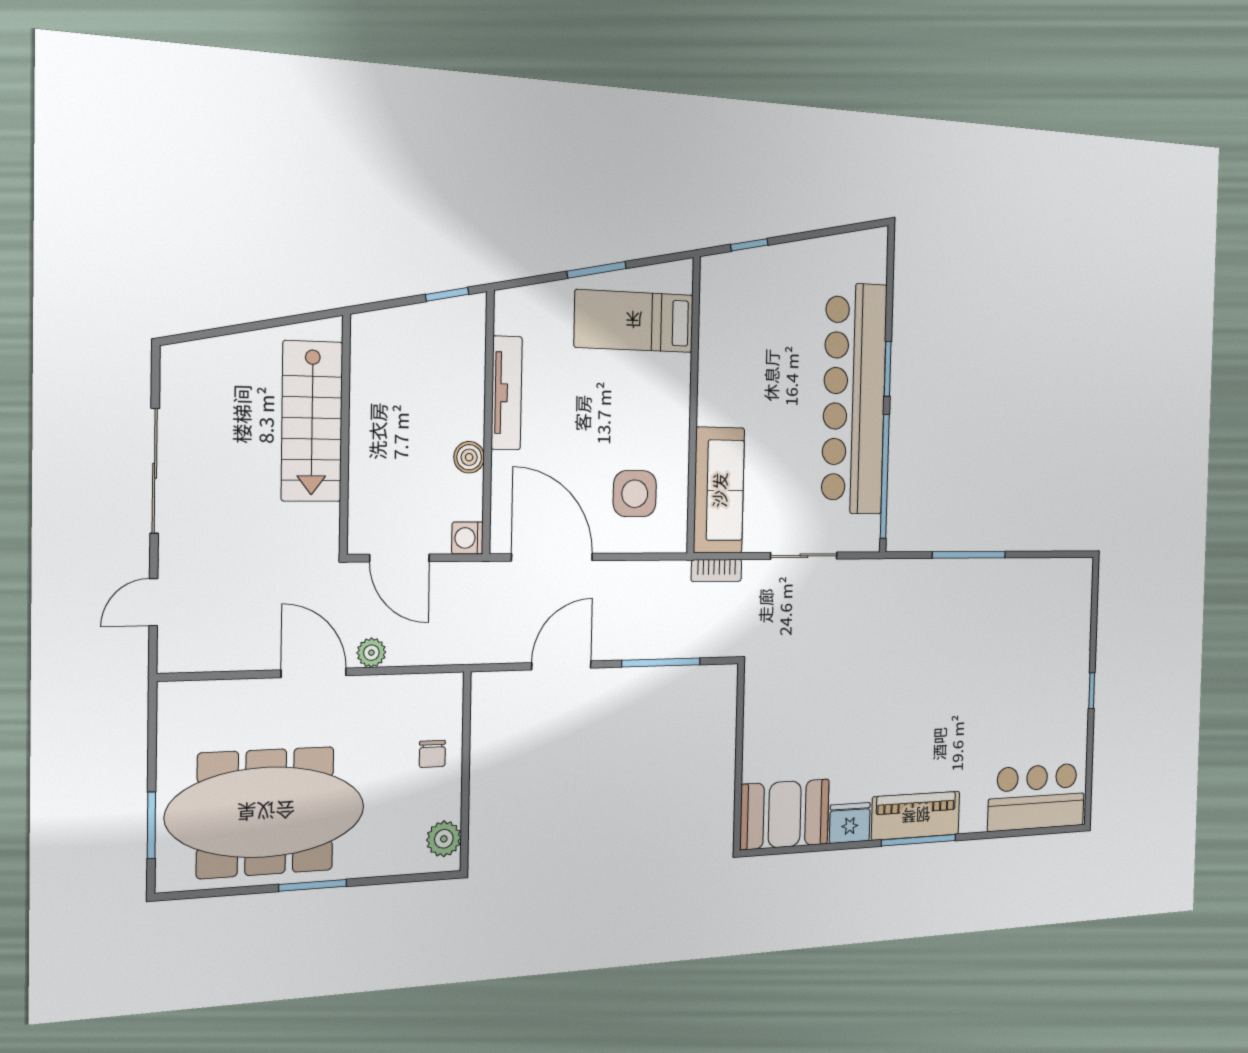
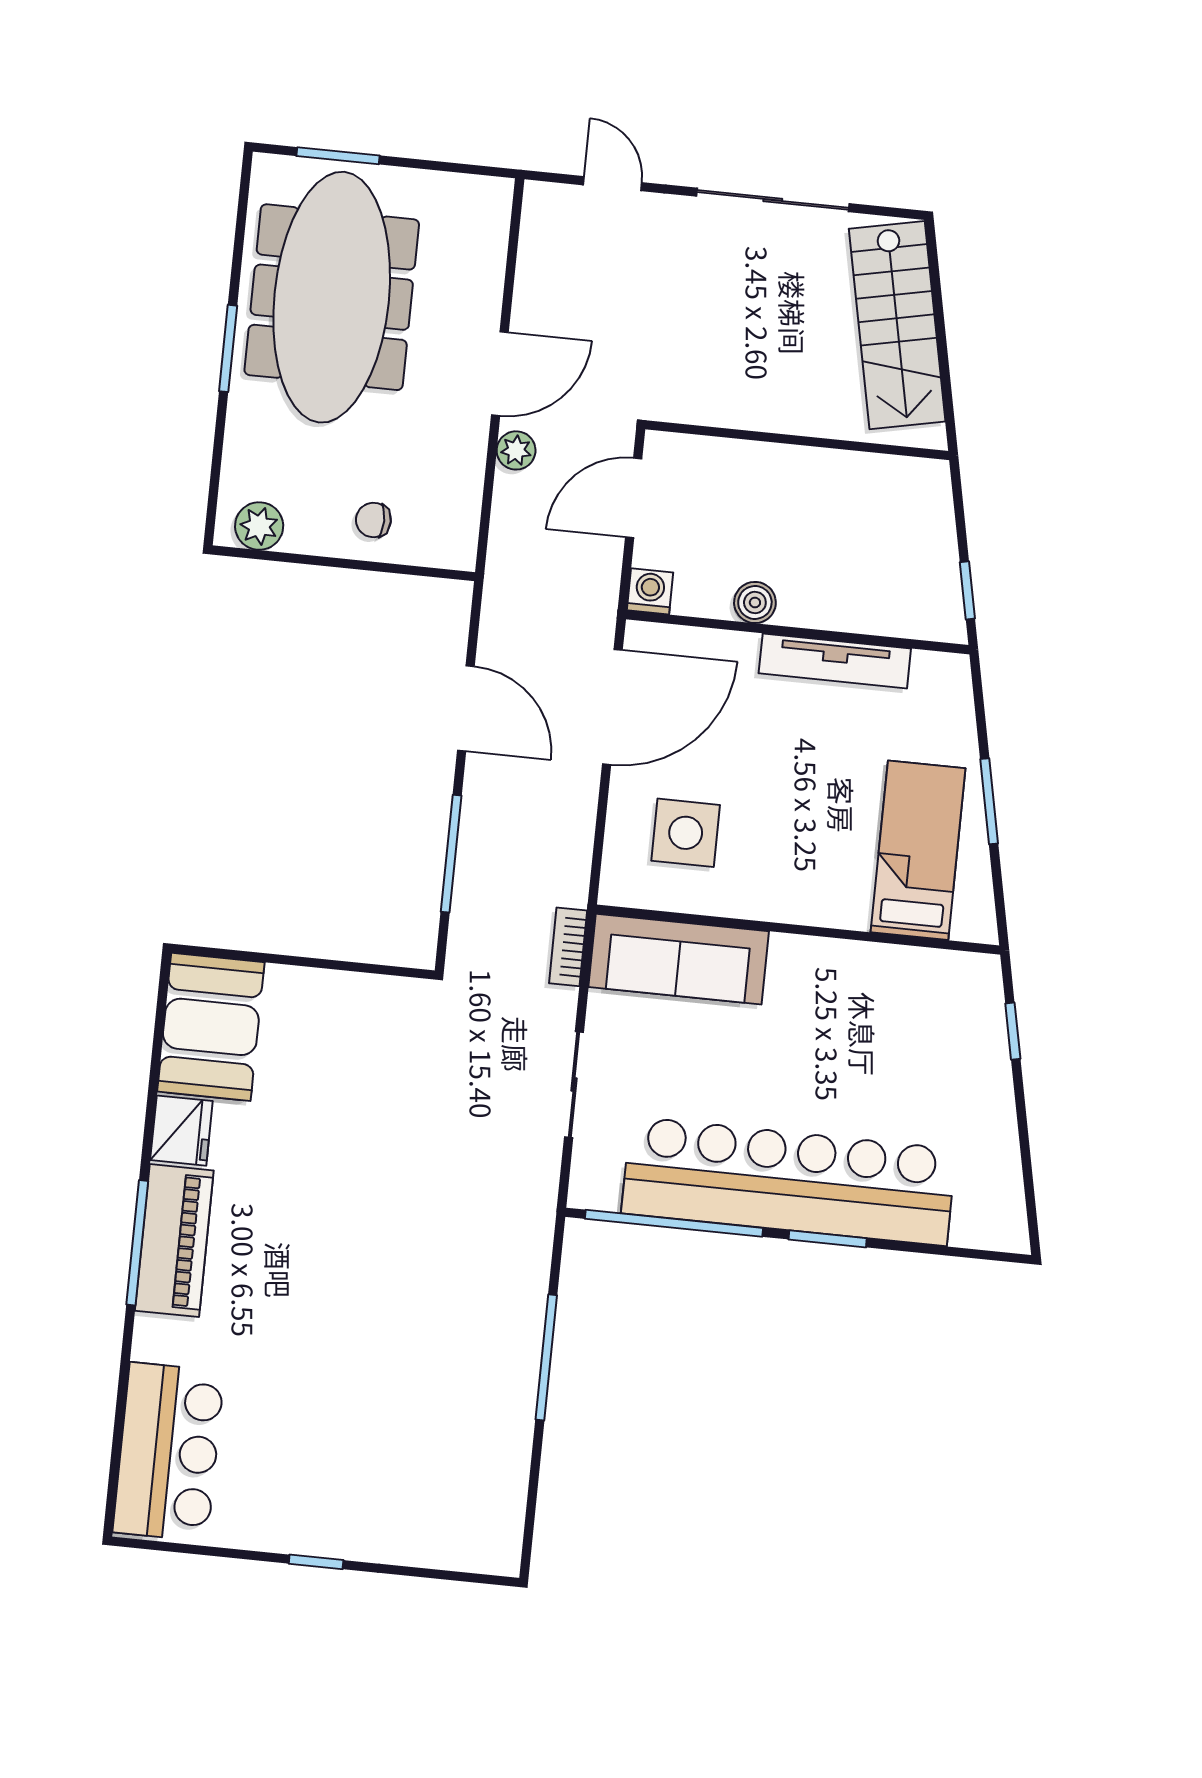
stairs: (312, 421) -> (897, 325), moved, turned -102

